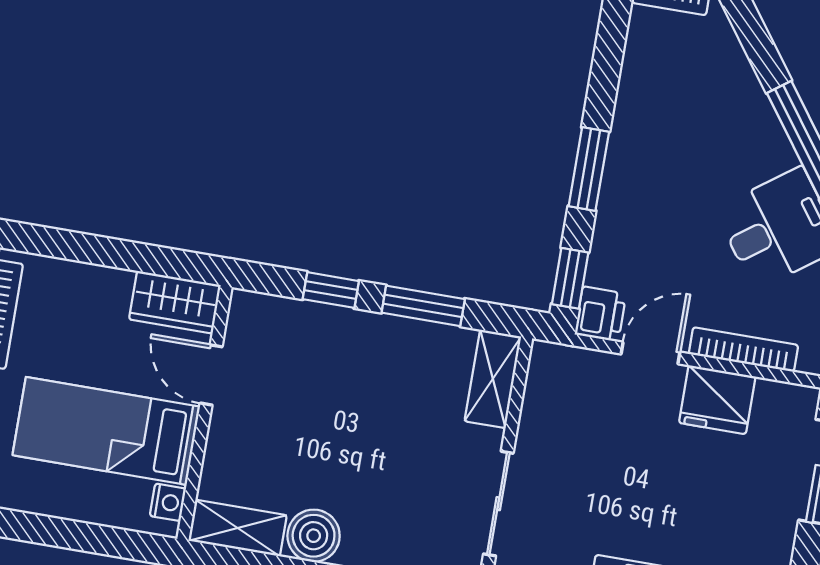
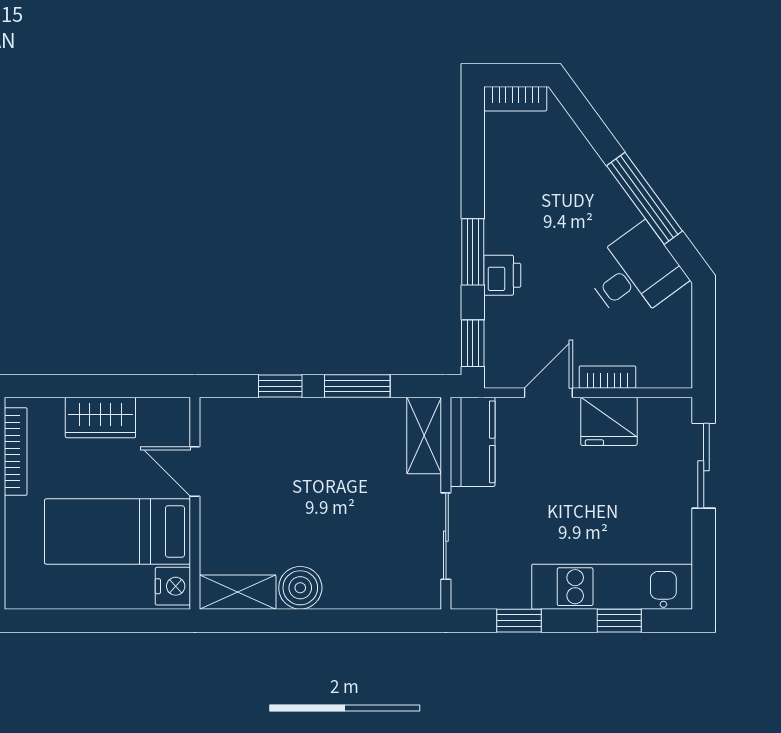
wardrobe: (175, 302) -> (100, 418), moved
printer: (600, 314) -> (502, 275), moved
bookcase: (743, 349) -> (607, 377), width x0.64
kitchen counter: (550, 396) -> (473, 442), added
nightstand: (168, 502) -> (173, 586), width x1.39, depth x1.35

